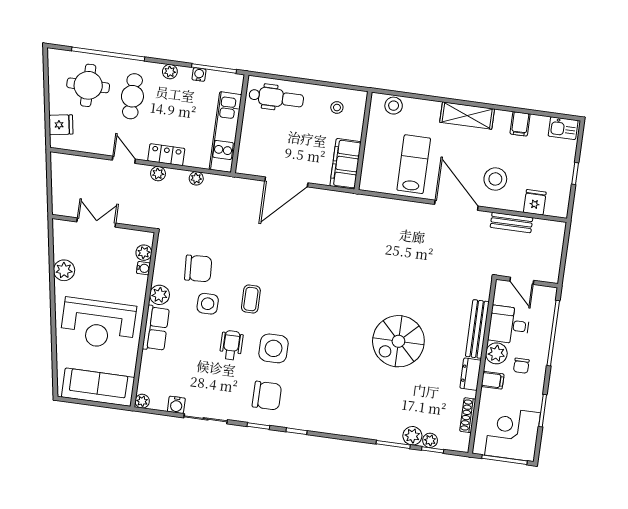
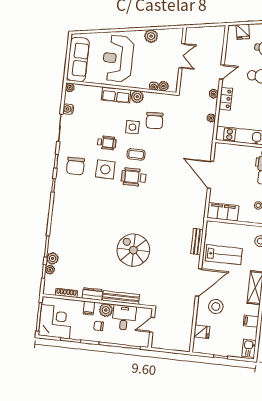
bench: (511, 222) -> (197, 242), moved
wheelchair: (287, 304) -> (134, 177), added
spiral stairs: (398, 341) -> (133, 250), moved

